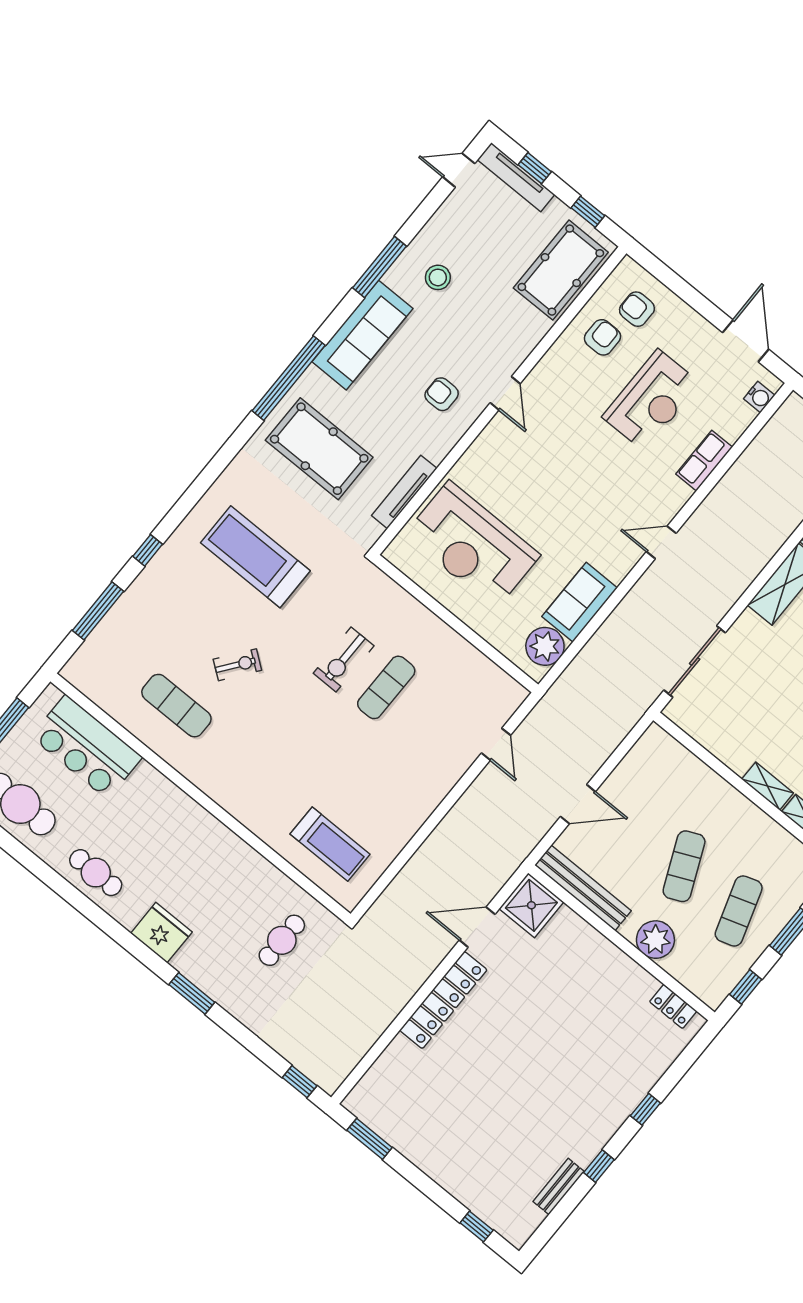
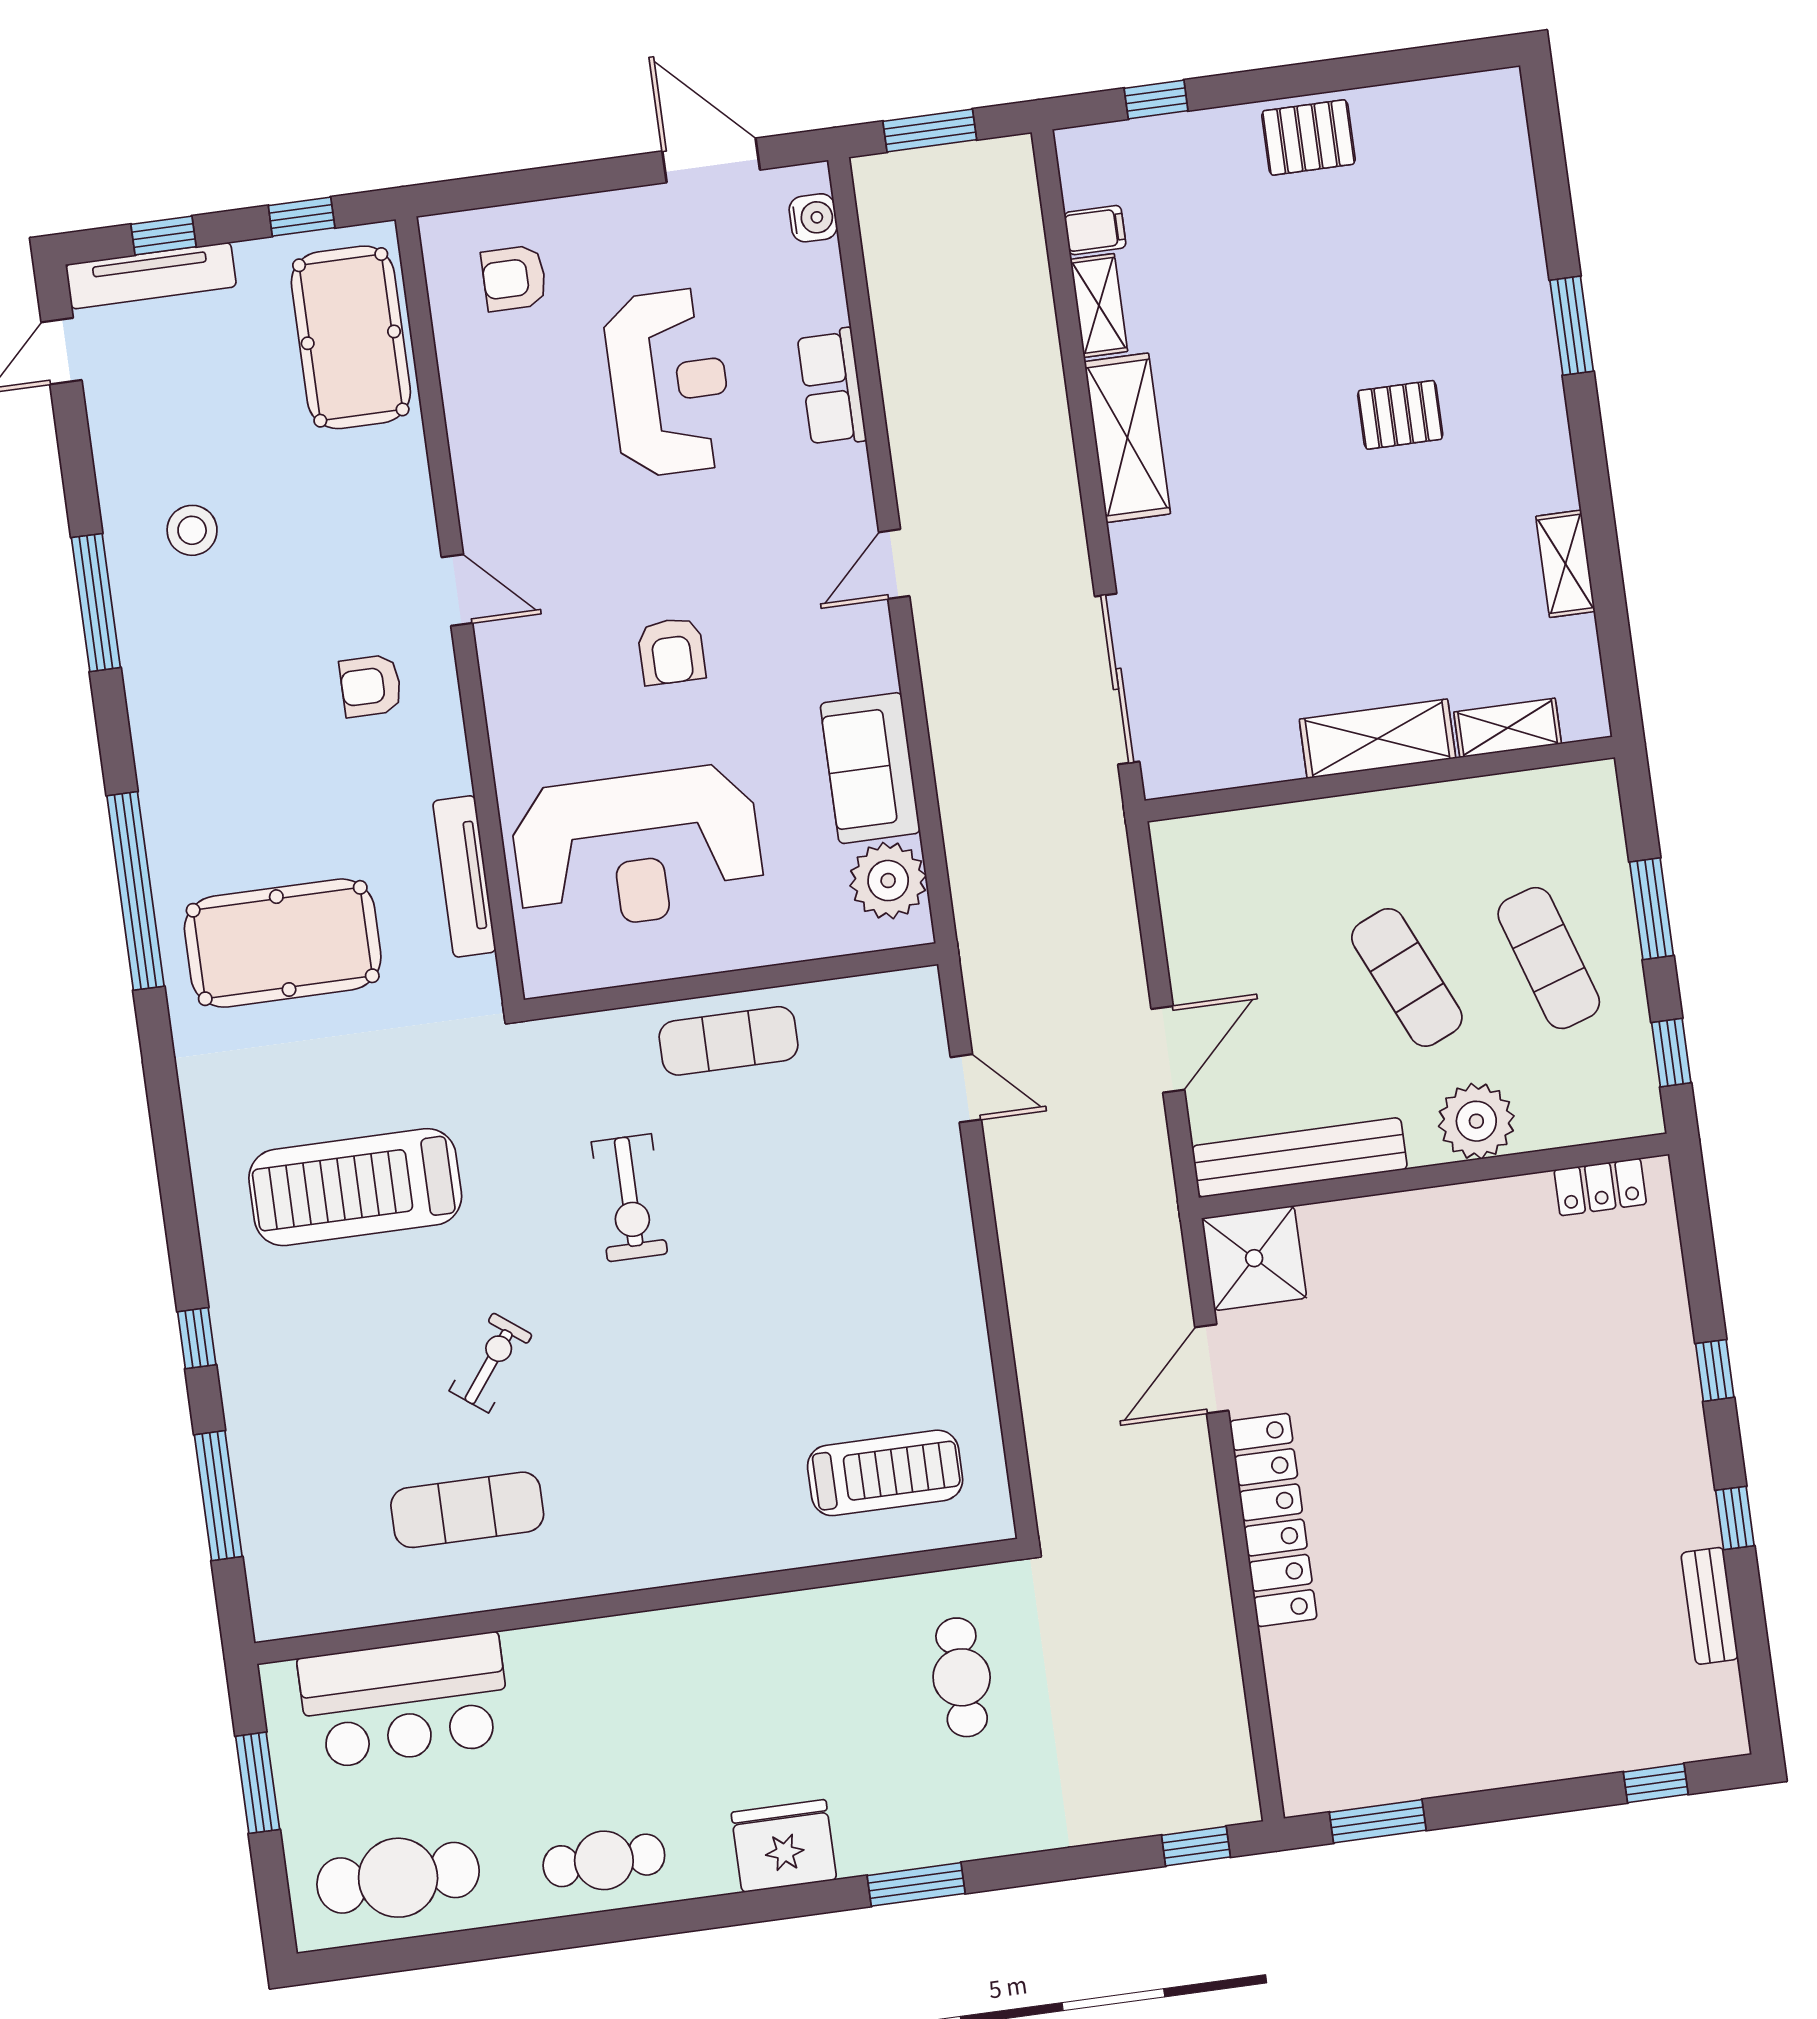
sofa: (362, 335) -> (174, 722), removed
armchair: (602, 337) -> (671, 651), moved, turned 180
exercise mat: (386, 687) -> (729, 1041), moved, turned 90
shelving: (768, 786) -> (1377, 739), width x1.50, depth x1.33

